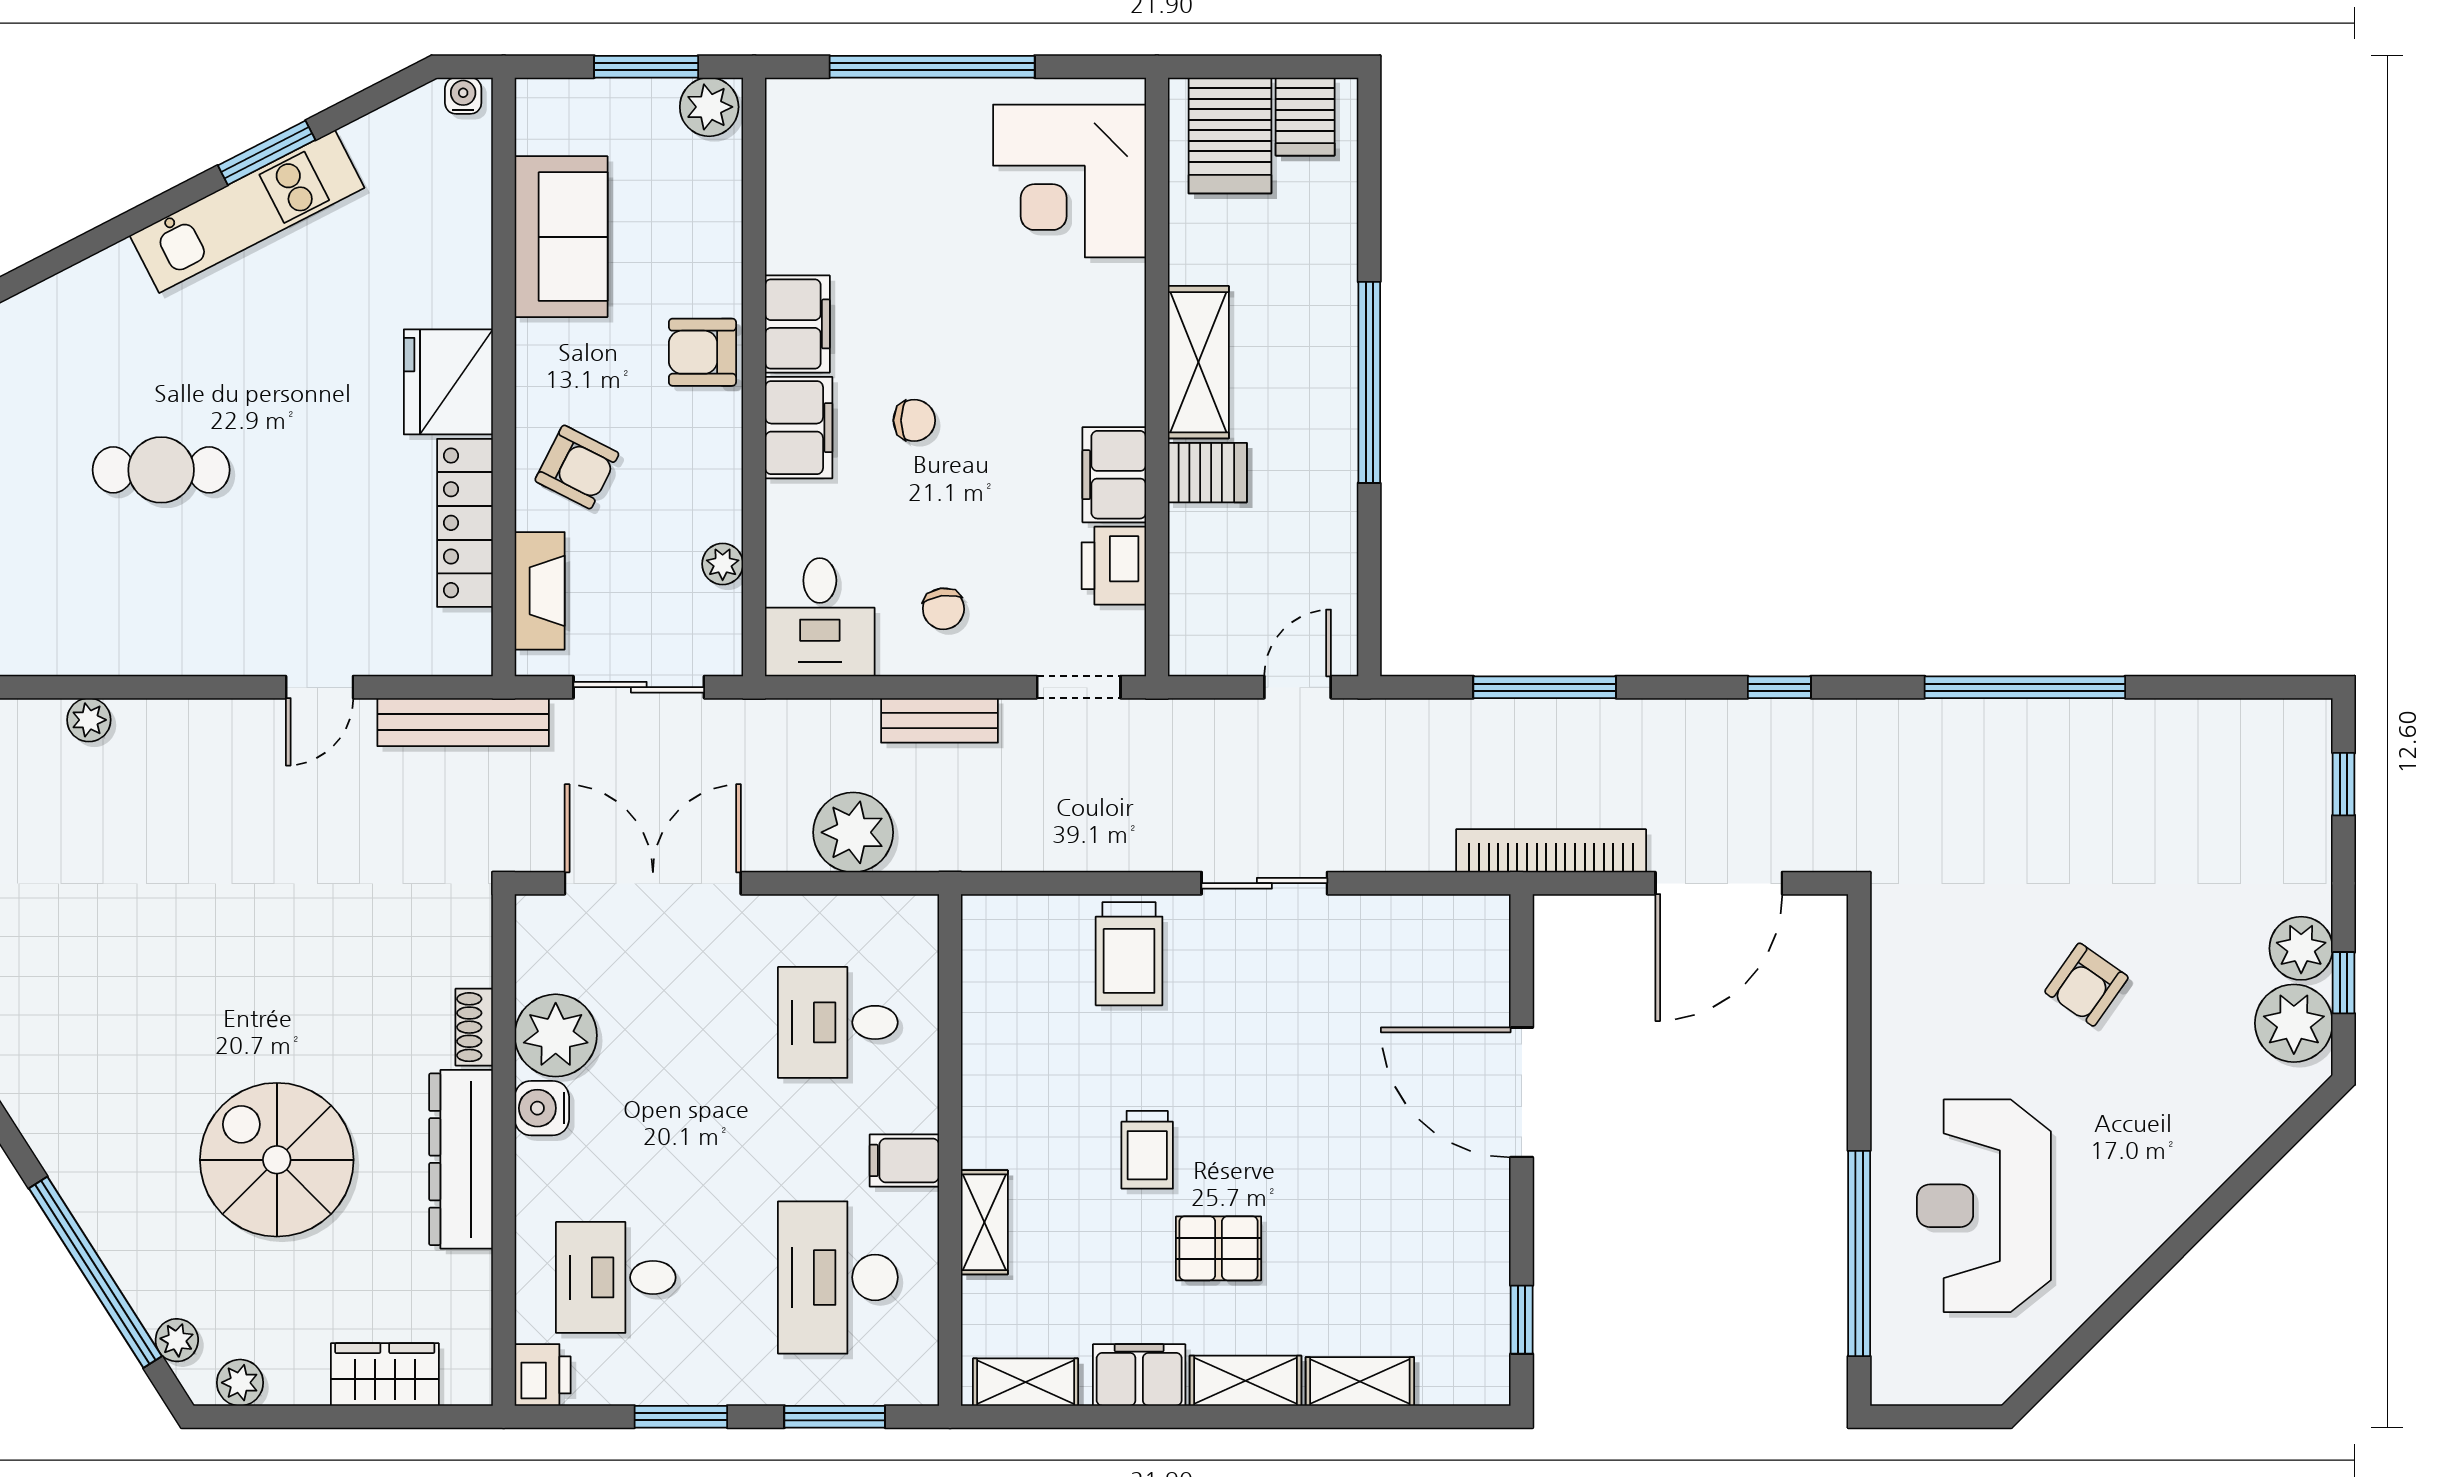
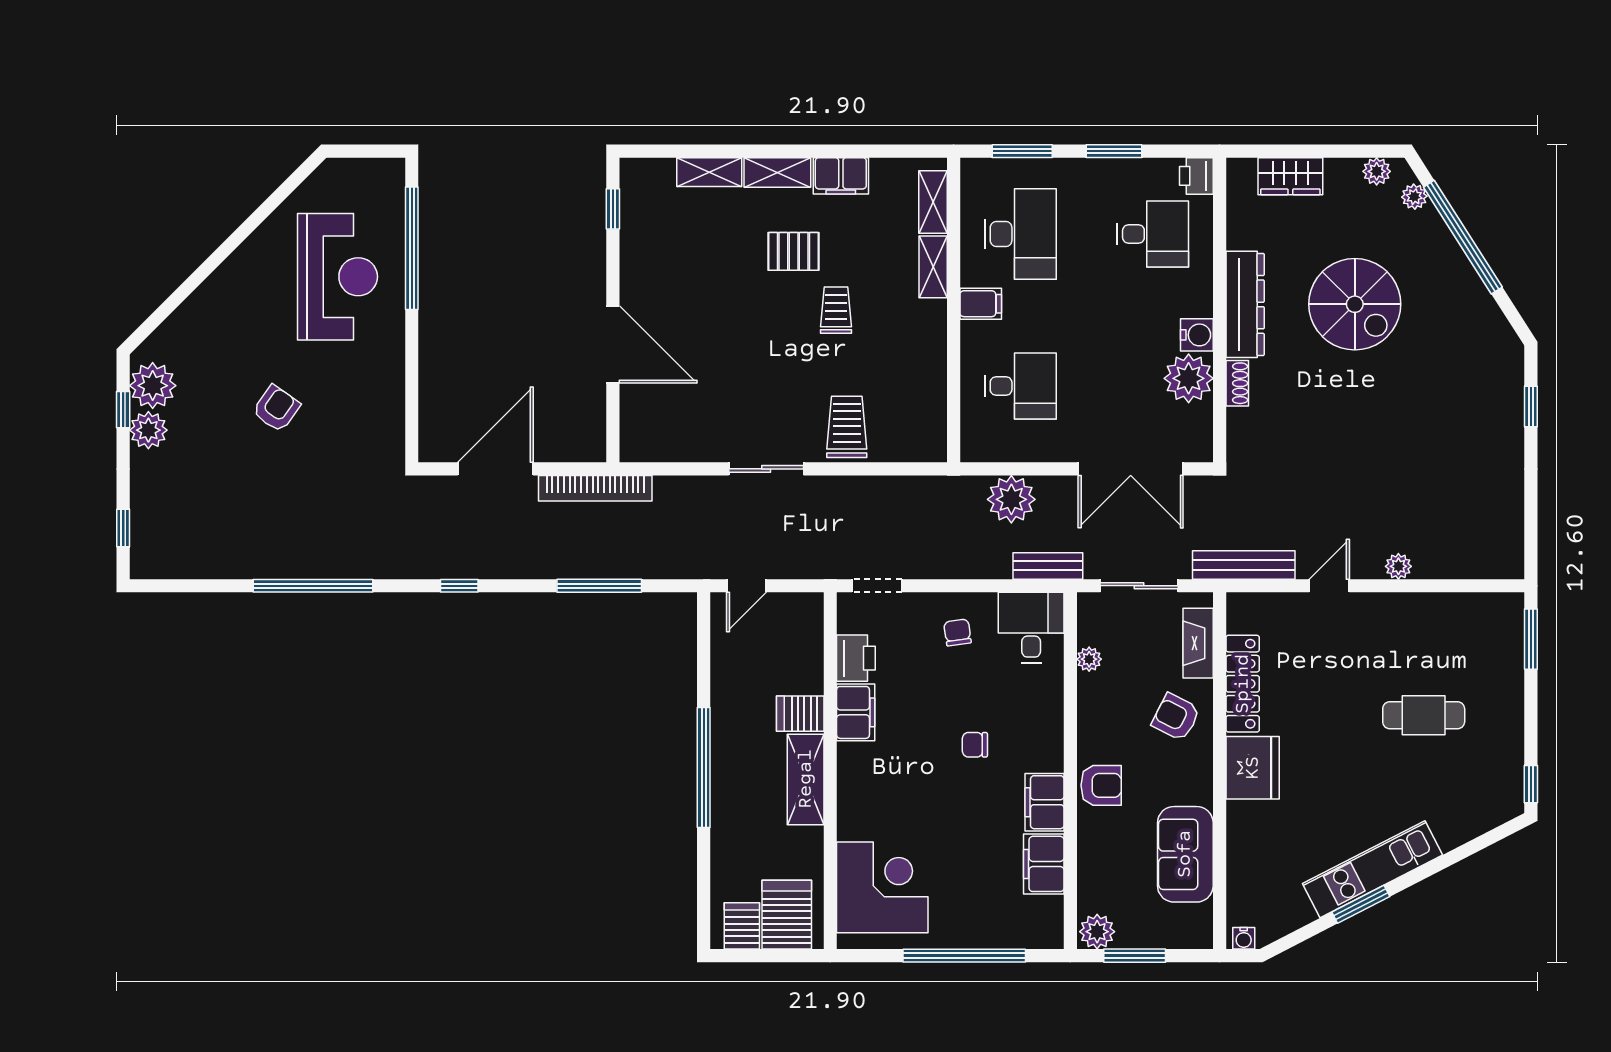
filing cabinet: (799, 428) -> (1044, 864), moved
plant: (89, 720) -> (1398, 566), moved
bench: (940, 720) -> (1048, 566), moved
shelving: (1026, 1382) -> (933, 202), moved, turned 90

